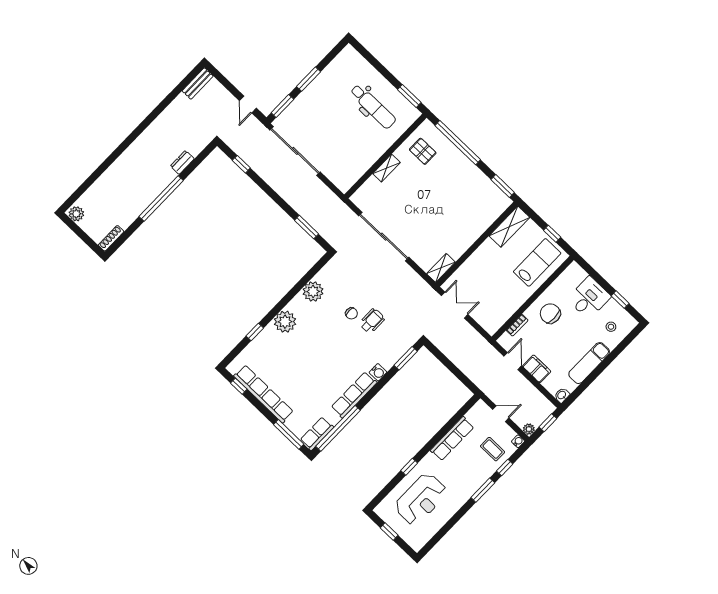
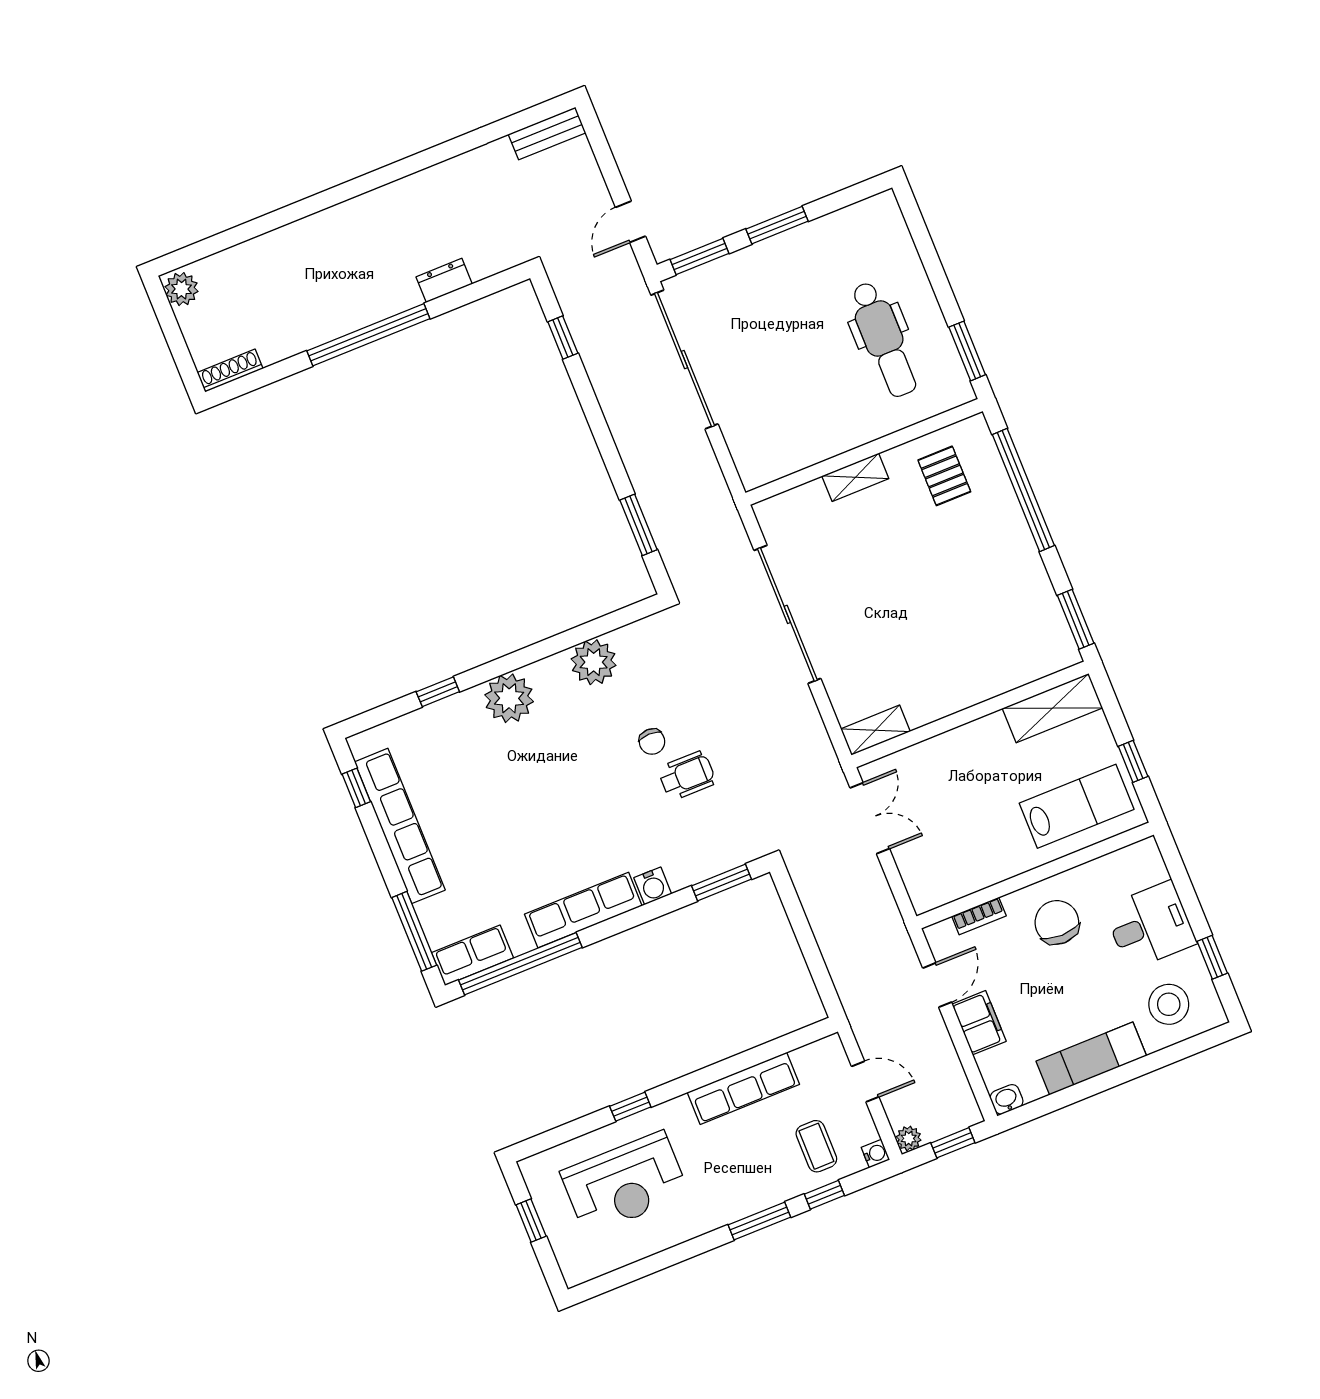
stool: (611, 327) -> (1169, 1004), width x1.89, depth x1.89

